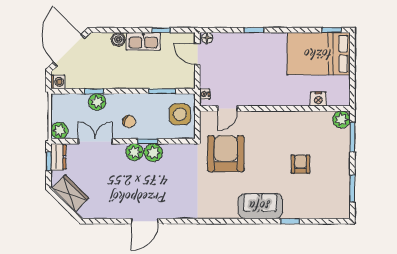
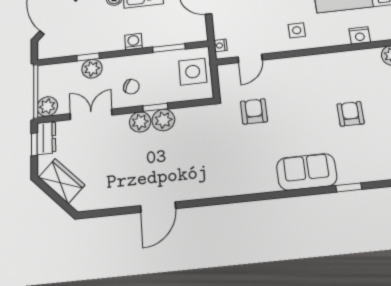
washing machine: (58, 82) -> (133, 42), moved, turned -90
side table: (268, 88) -> (297, 30), added
armchair: (226, 154) -> (254, 111), width x0.53, depth x0.53

